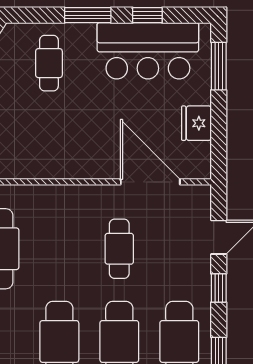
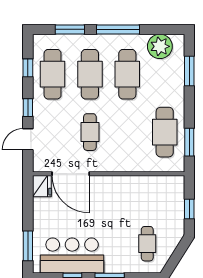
cafe table: (49, 63) -> (147, 244), moved
fridge: (196, 123) -> (42, 186), moved

